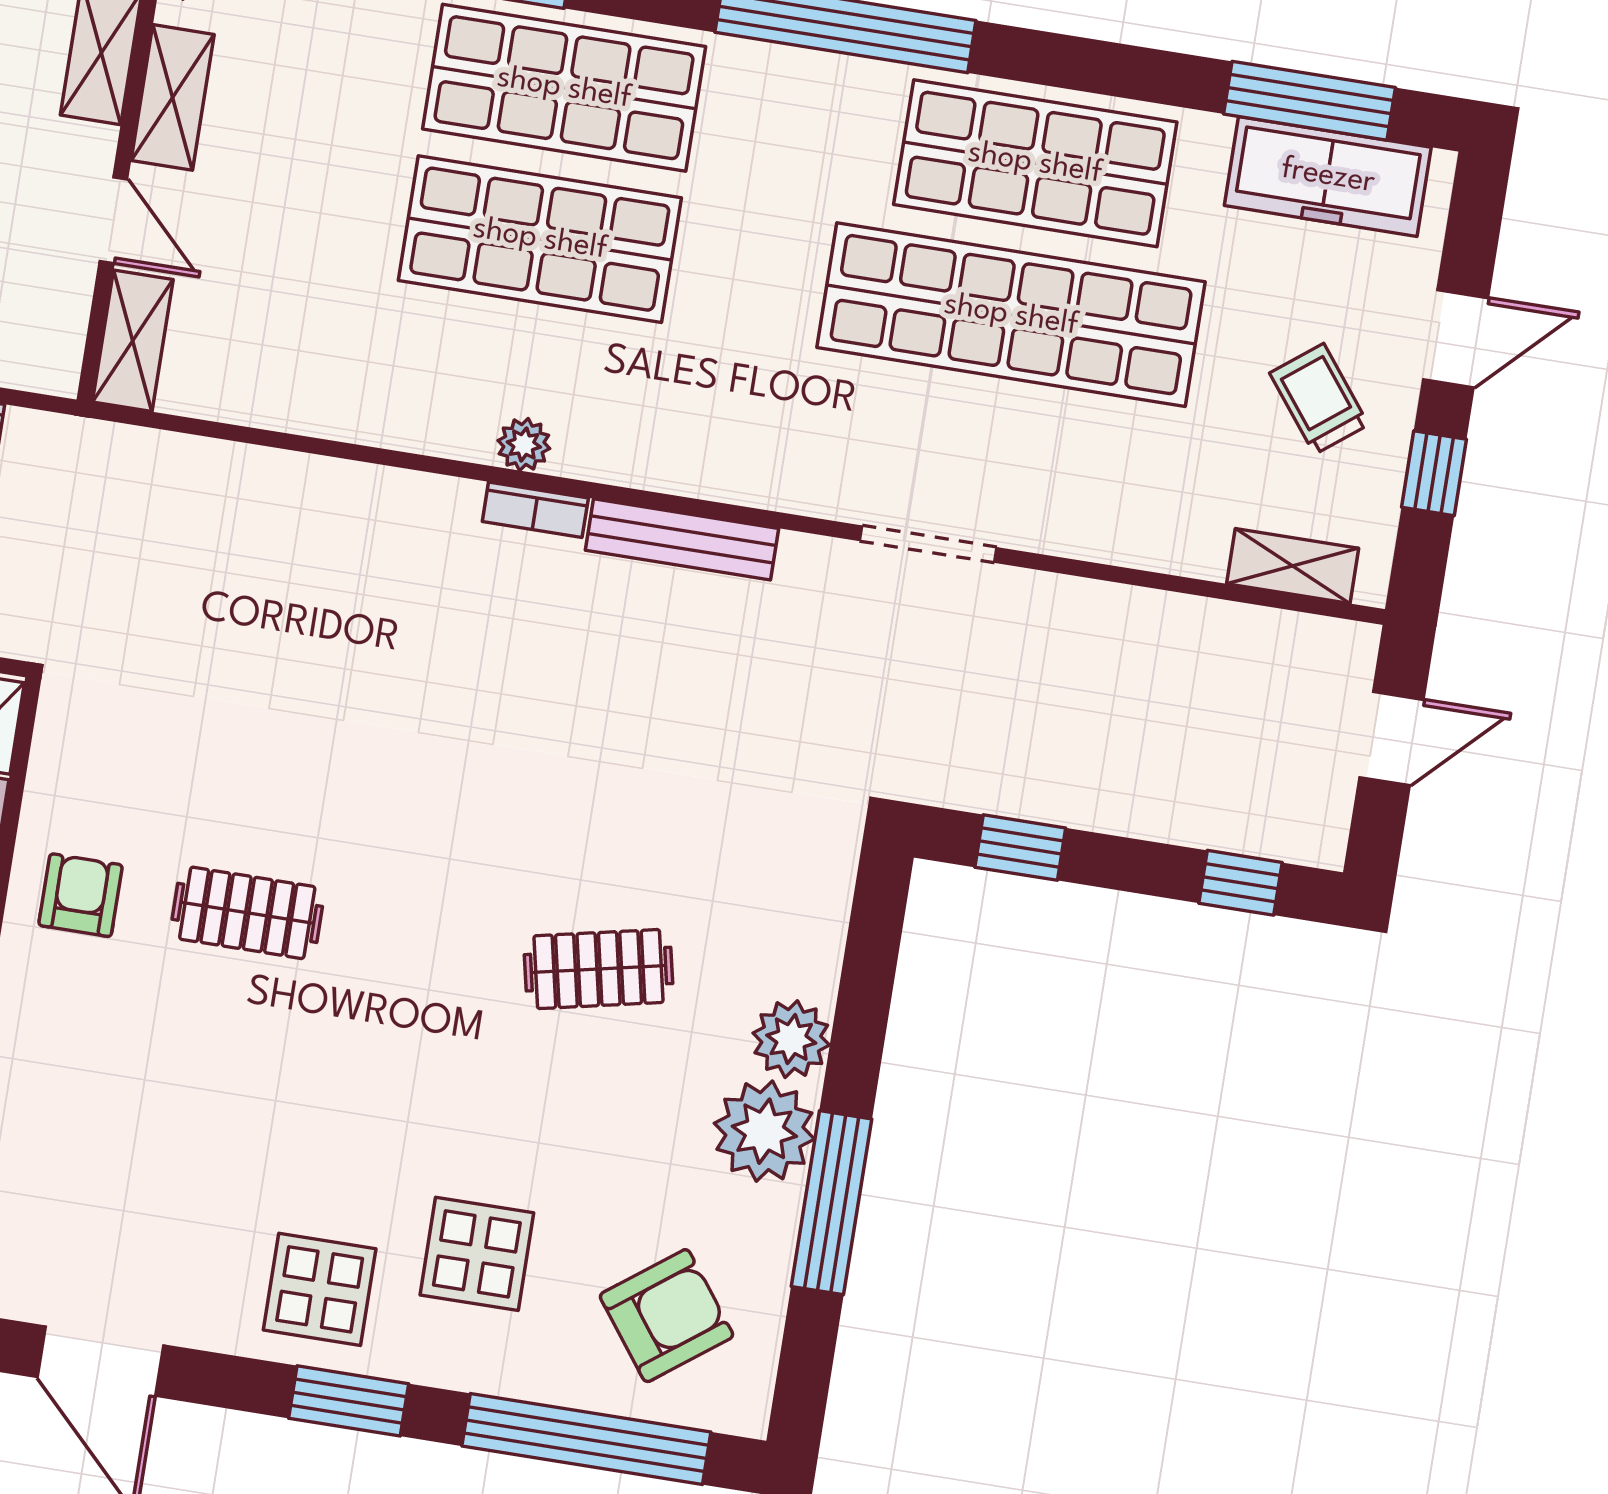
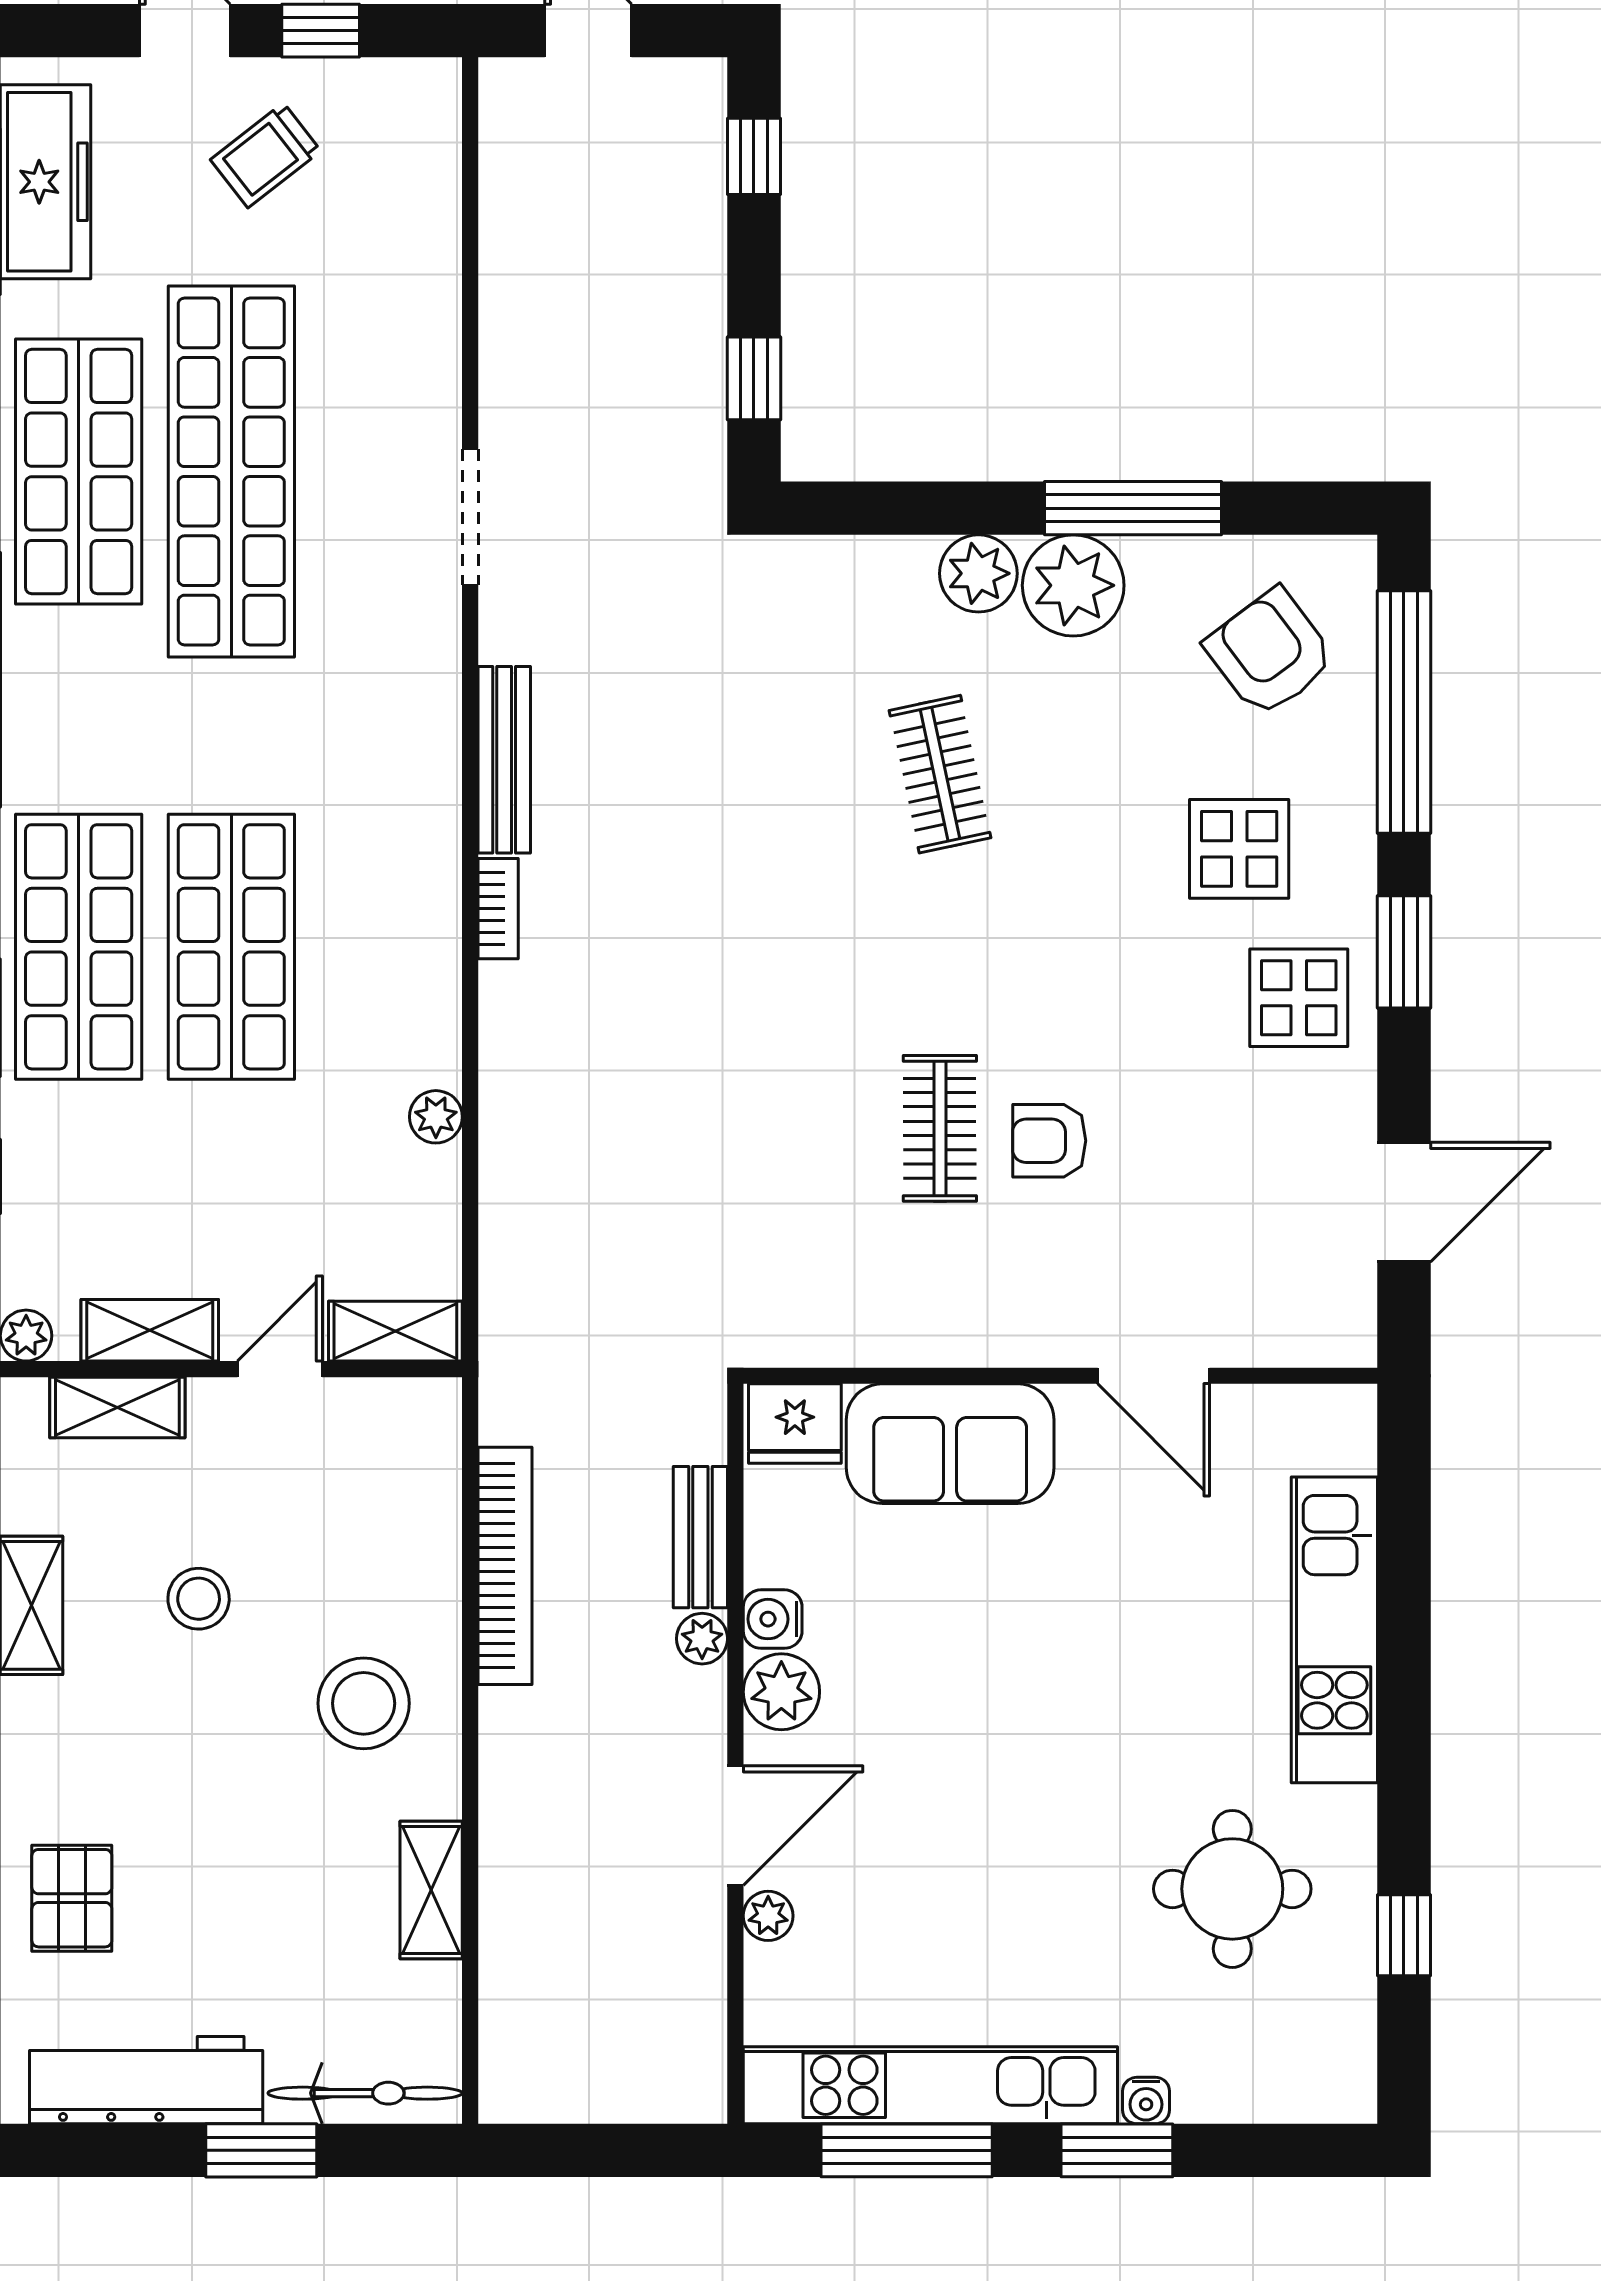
plant: (524, 445) -> (436, 1117), moved
shelving: (1293, 566) -> (434, 155), removed
armchair: (81, 895) -> (1049, 1141), moved

